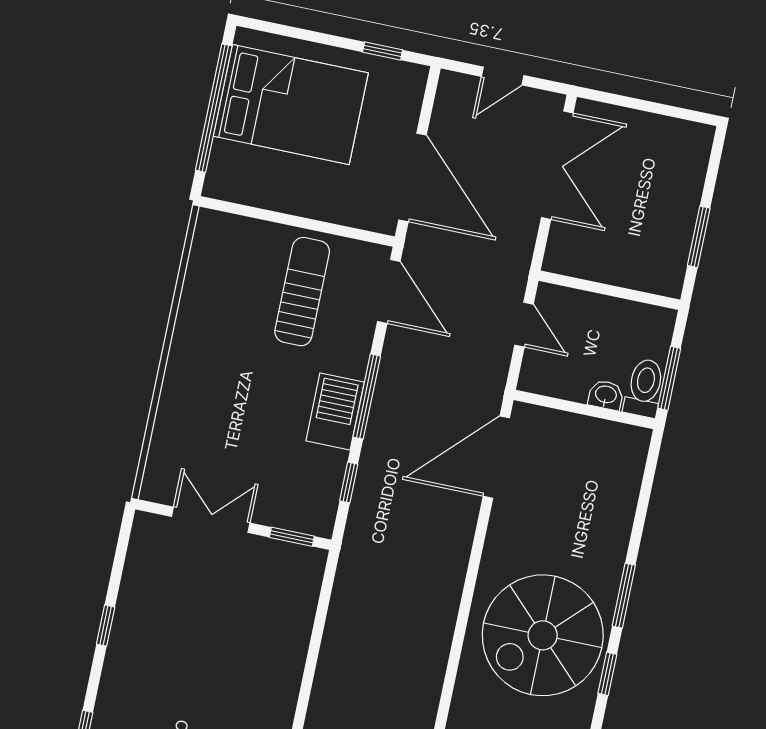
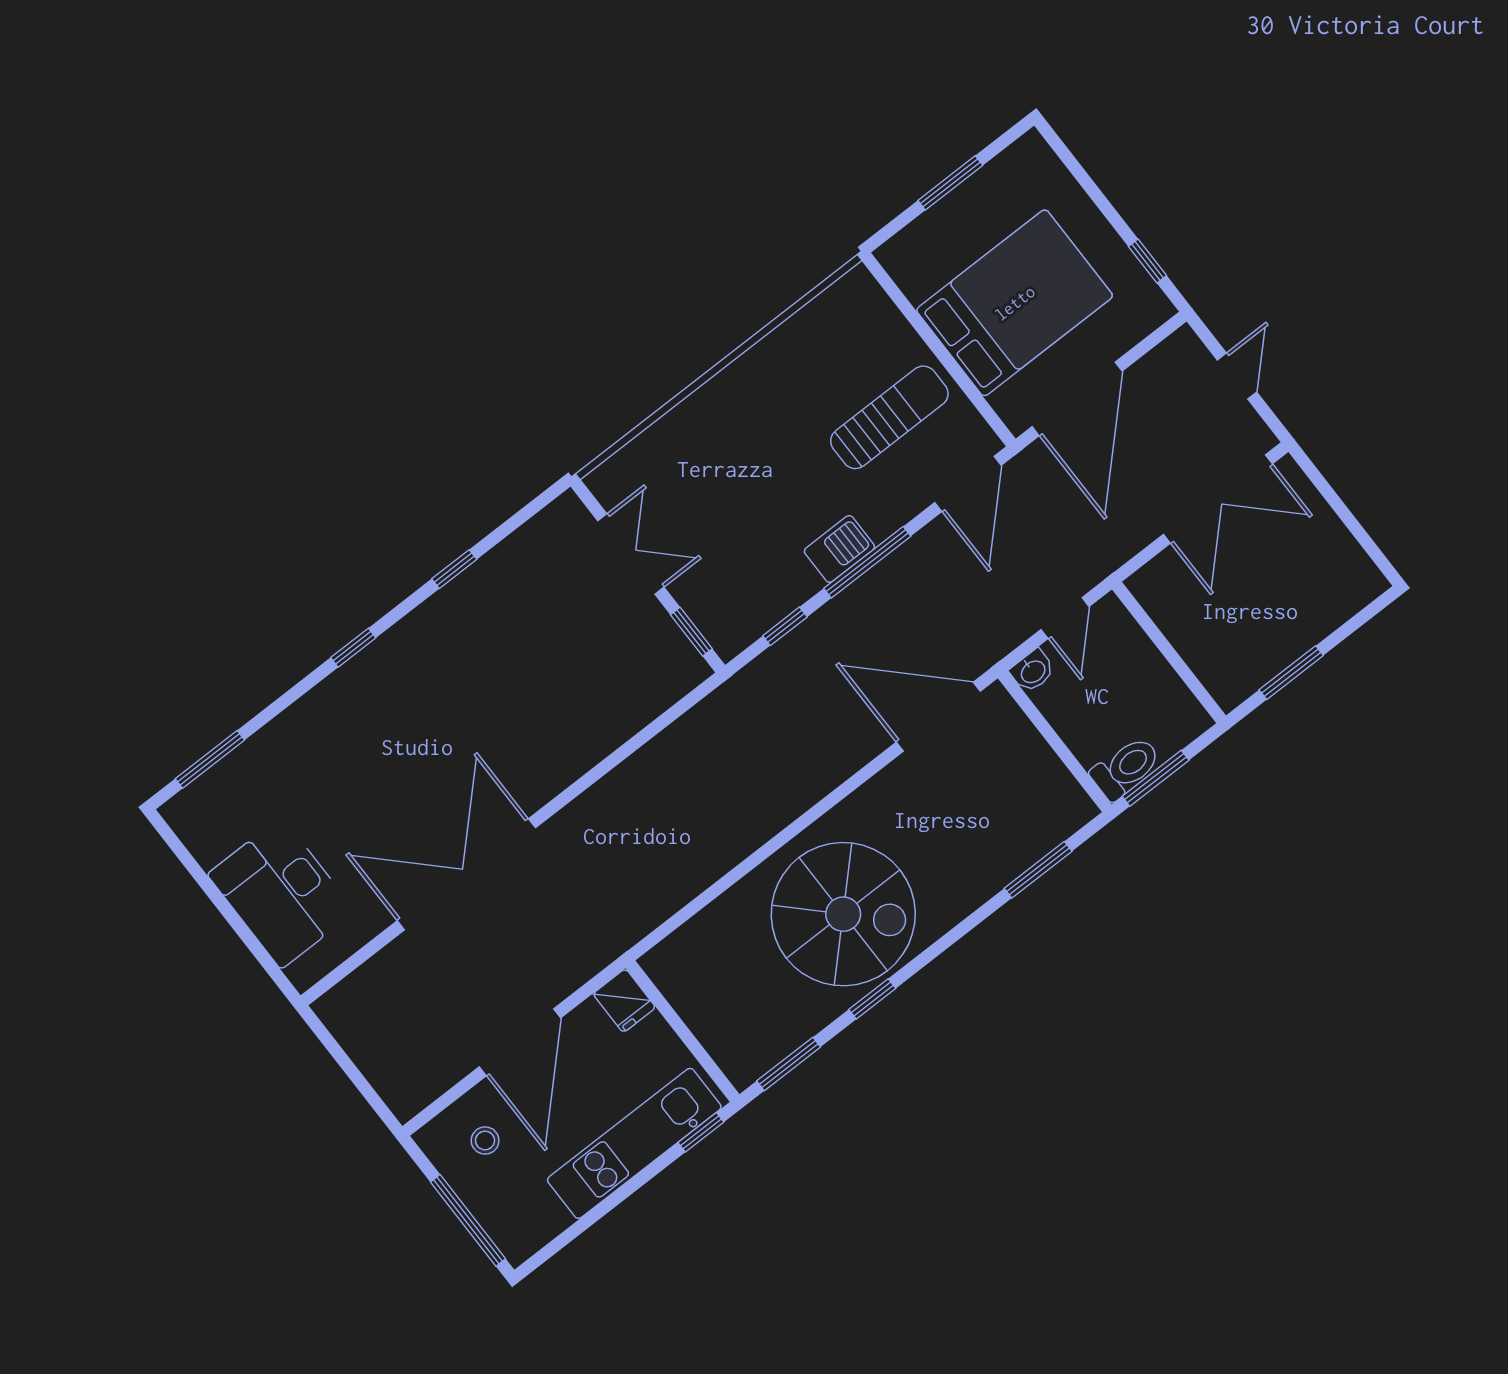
door: (503, 76) -> (1237, 376), swing flipped
bed: (291, 105) -> (1015, 303), moved, turned -90
window: (214, 108) -> (950, 183), width x0.47
washbasin: (606, 395) -> (1033, 671), moved, turned 90
barbecue: (335, 412) -> (839, 549), width x0.73, depth x0.79
window: (624, 596) -> (1038, 870), moved
spiral stairs: (543, 635) -> (843, 914), turned 180

